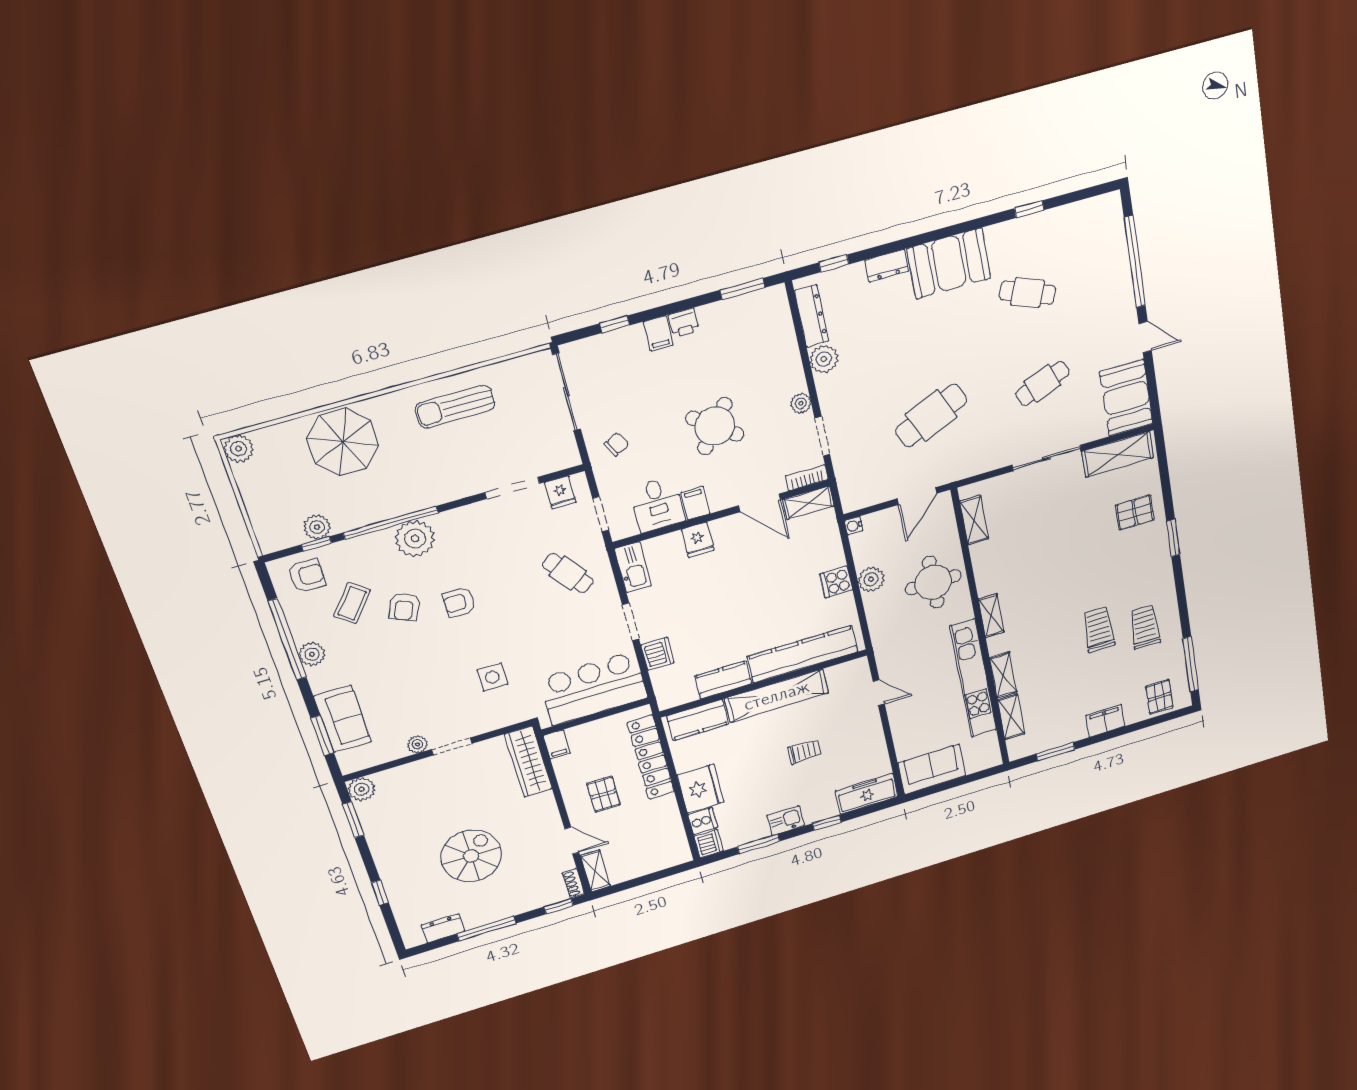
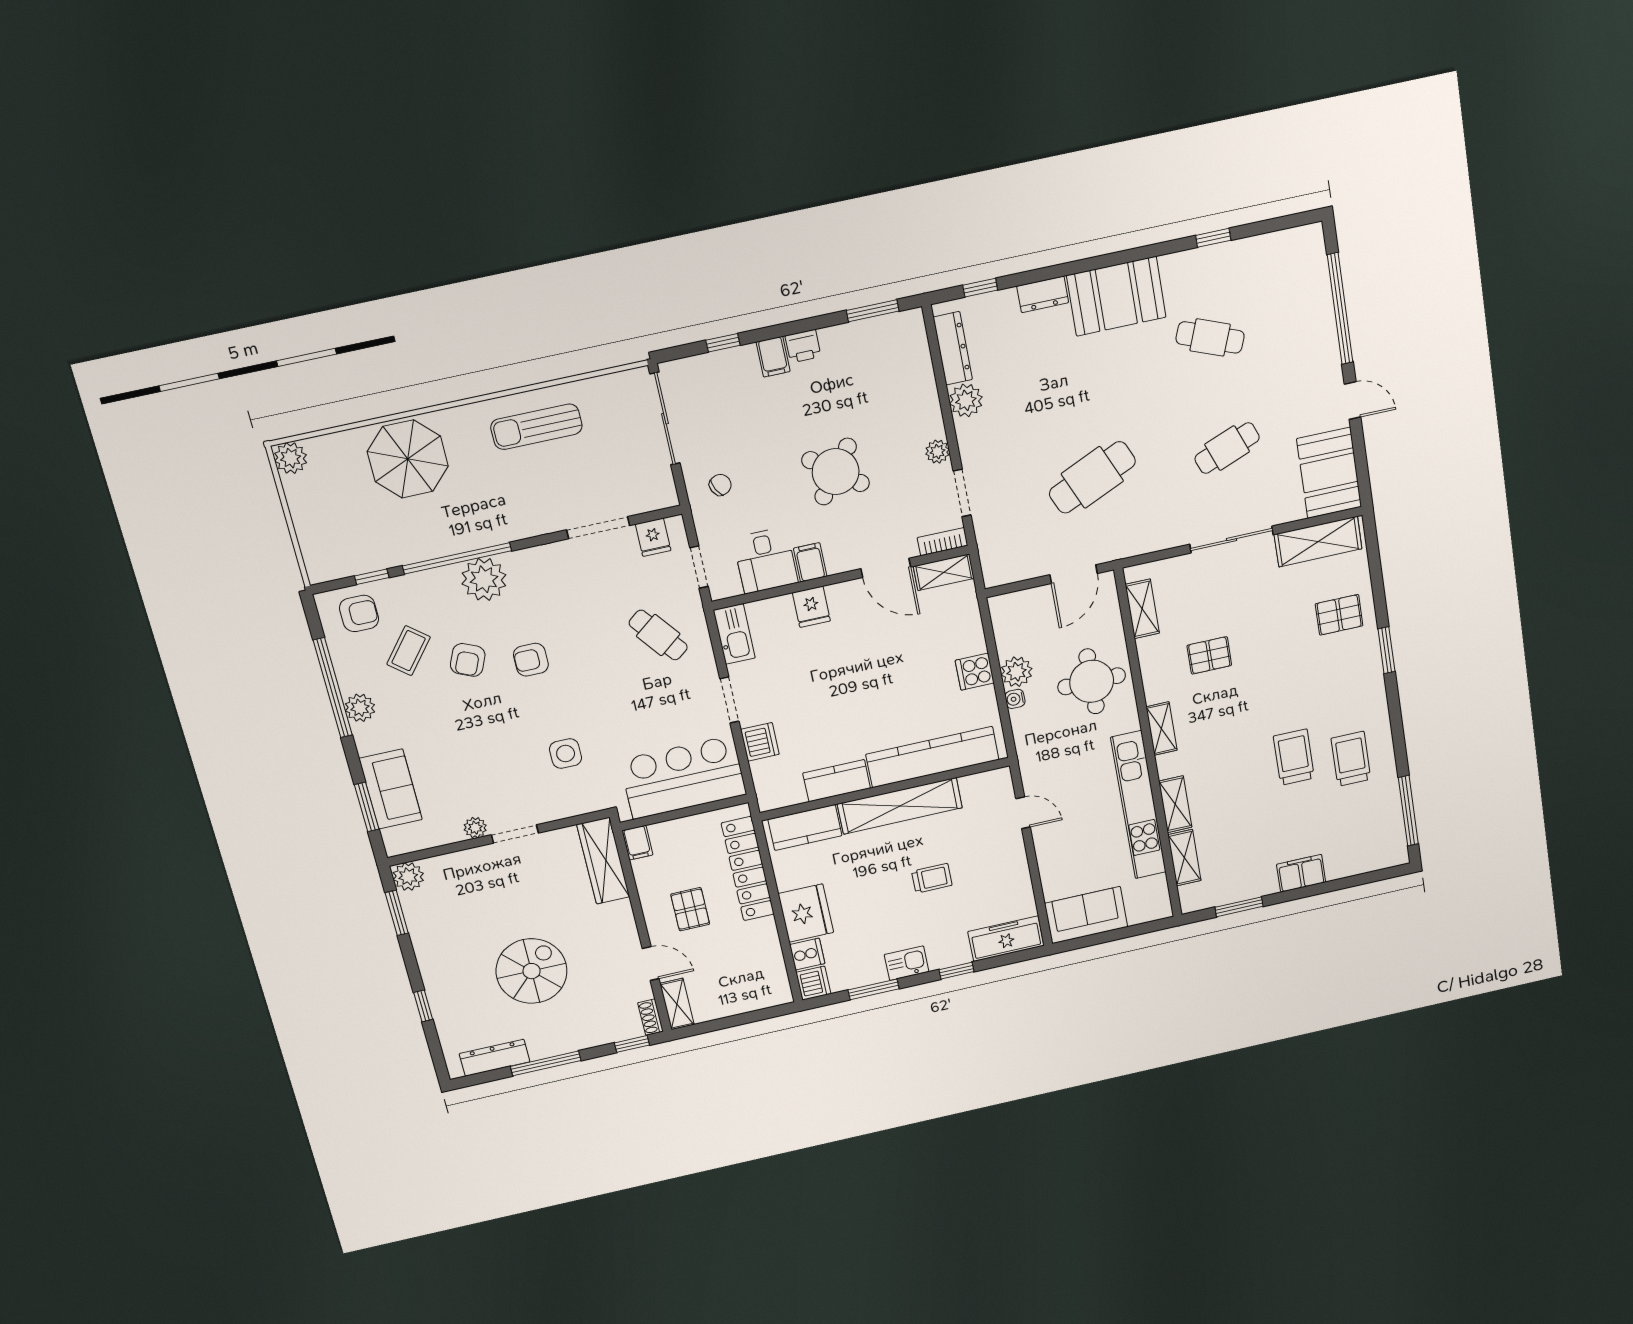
water cooler: (854, 526) -> (1015, 699), moved
plant: (317, 527) -> (374, 557), removed
pallet: (1159, 697) -> (1209, 655), moved, turned 90
dresser: (443, 928) -> (495, 1058), width x1.44

